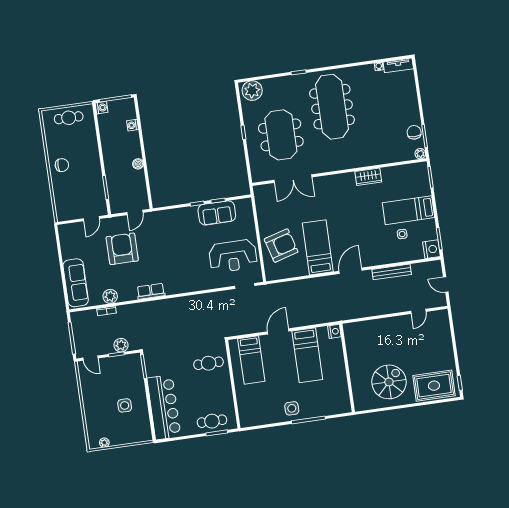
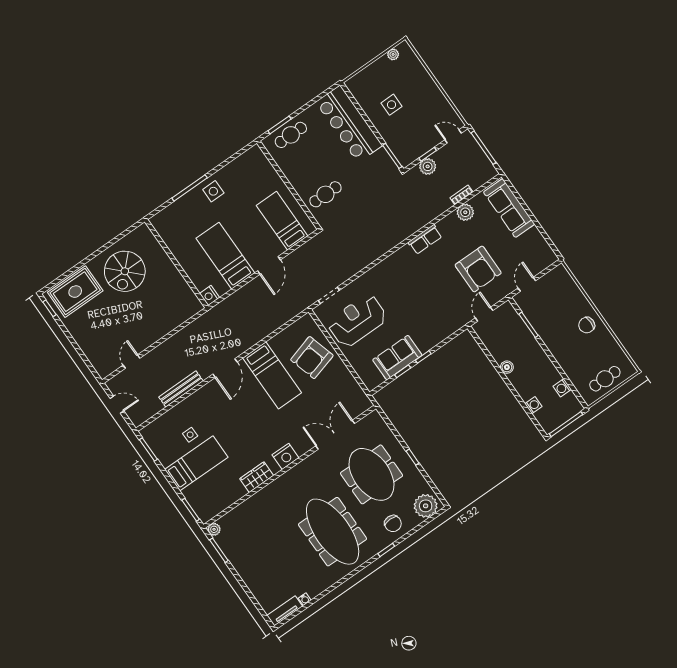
washing machine: (101, 108) -> (562, 388), moved
chair: (414, 132) -> (393, 524), moved
nightstand: (431, 249) -> (285, 456), moved, turned -90

